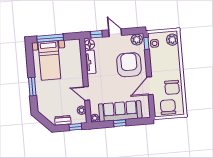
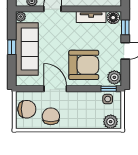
chair: (172, 87) -> (51, 116), turned 90

